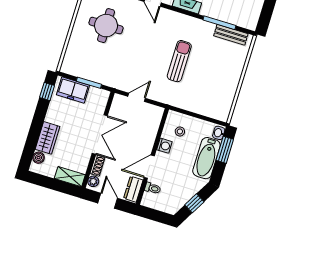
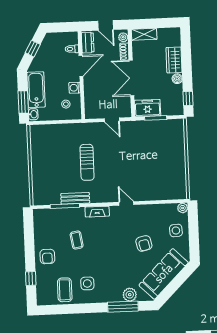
round table: (106, 26) -> (158, 170), removed
bench: (231, 35) -> (75, 198), moved
freezer: (73, 90) -> (147, 108), moved
door: (137, 97) -> (112, 120), hinge flipped
boiler: (39, 158) -> (177, 79), moved

